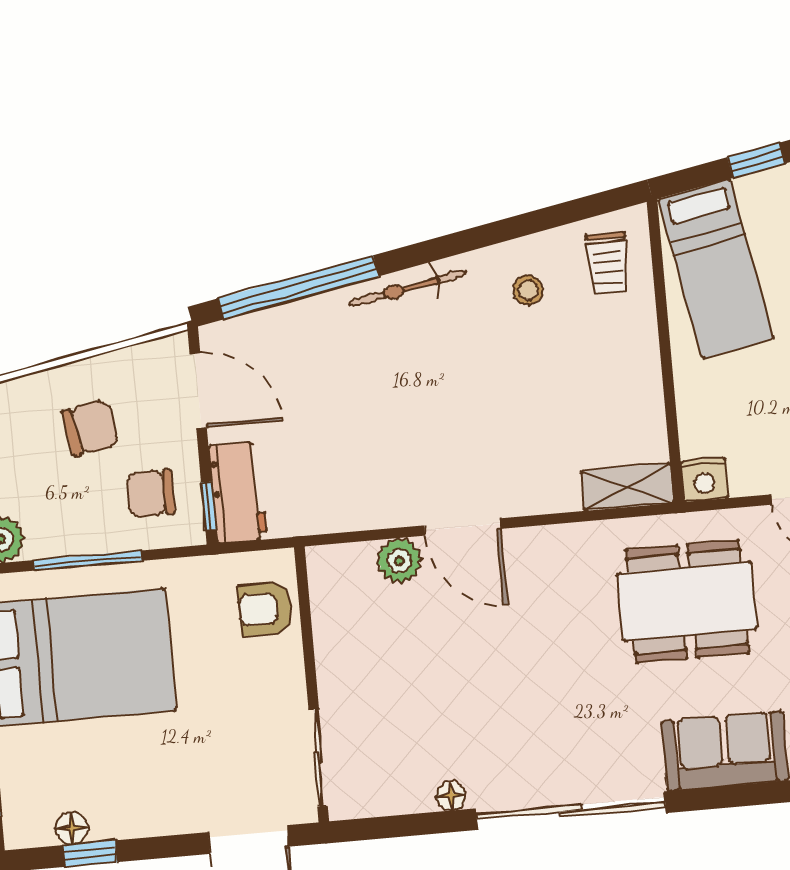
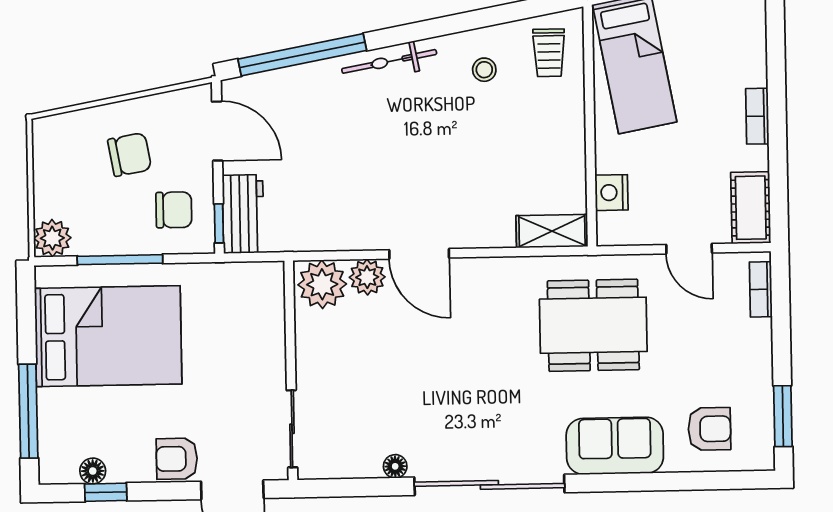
nightstand: (704, 480) -> (612, 193), moved, turned 90
chair: (151, 493) -> (174, 210), turned 180
plant: (343, 574) -> (322, 284), added
armchair: (265, 609) -> (177, 459), moved

